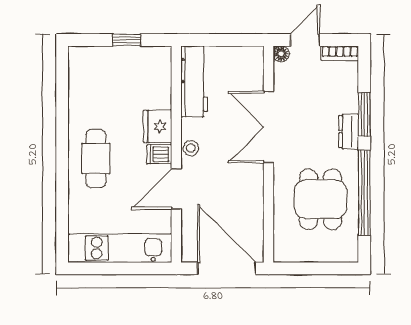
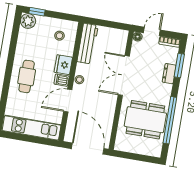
window: (127, 40) -> (37, 12), moved
plant: (81, 59) -> (28, 21), added
stool: (142, 76) -> (59, 36), added
window: (364, 114) -> (179, 66), moved
dresser: (349, 132) -> (169, 74), moved
dining table: (320, 199) -> (145, 120), width x1.38

